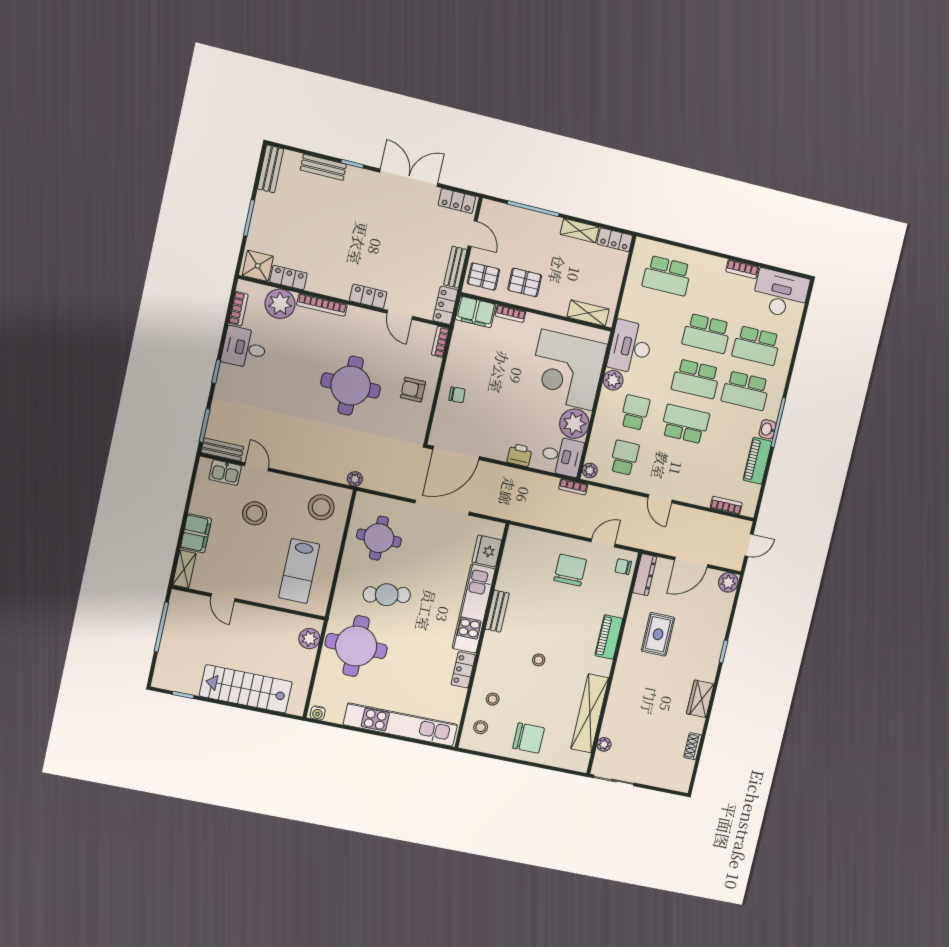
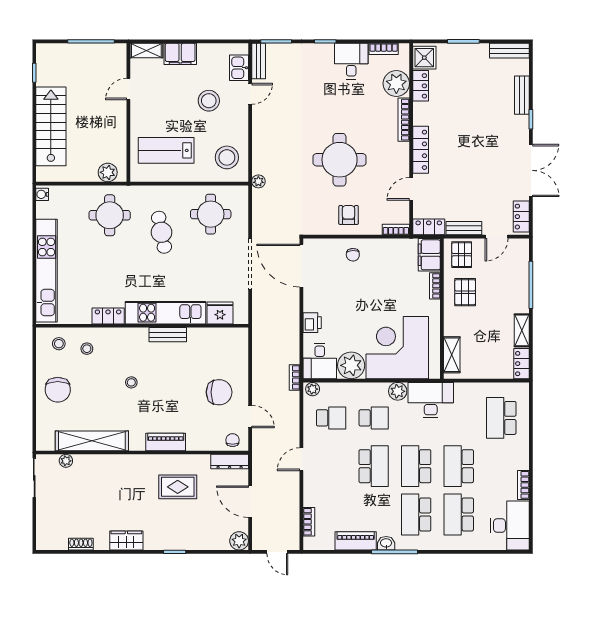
locker: (368, 296) -> (421, 150), width x1.53
round table: (356, 646) -> (110, 215), width x0.73, depth x0.73

